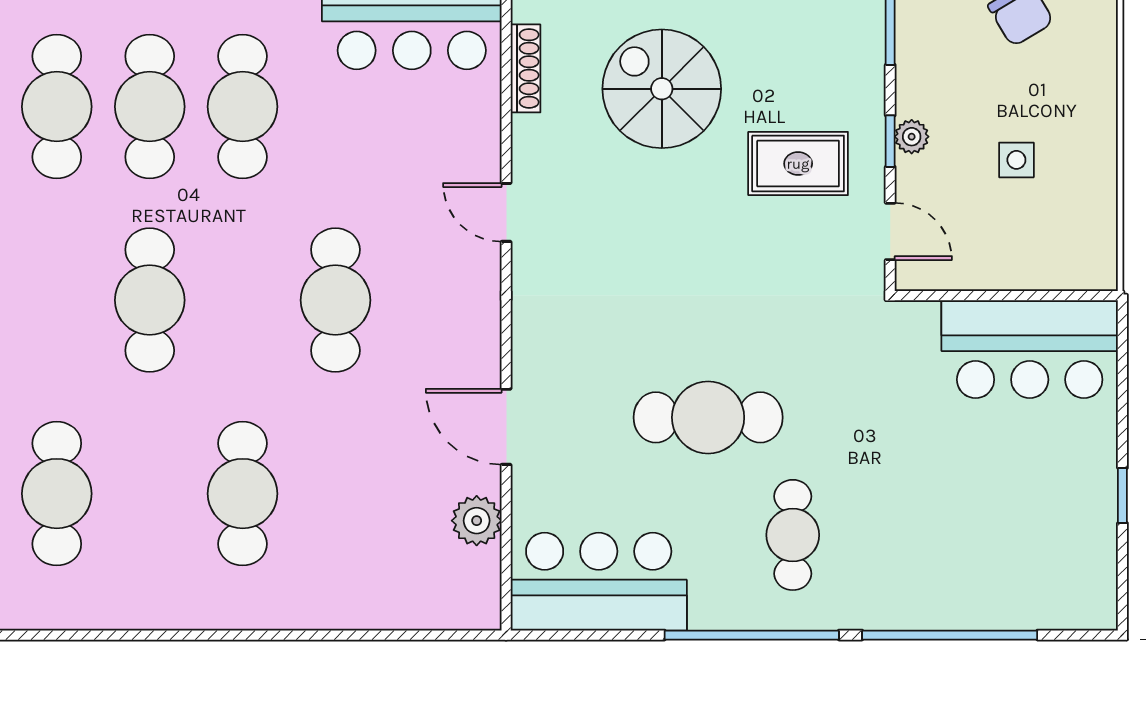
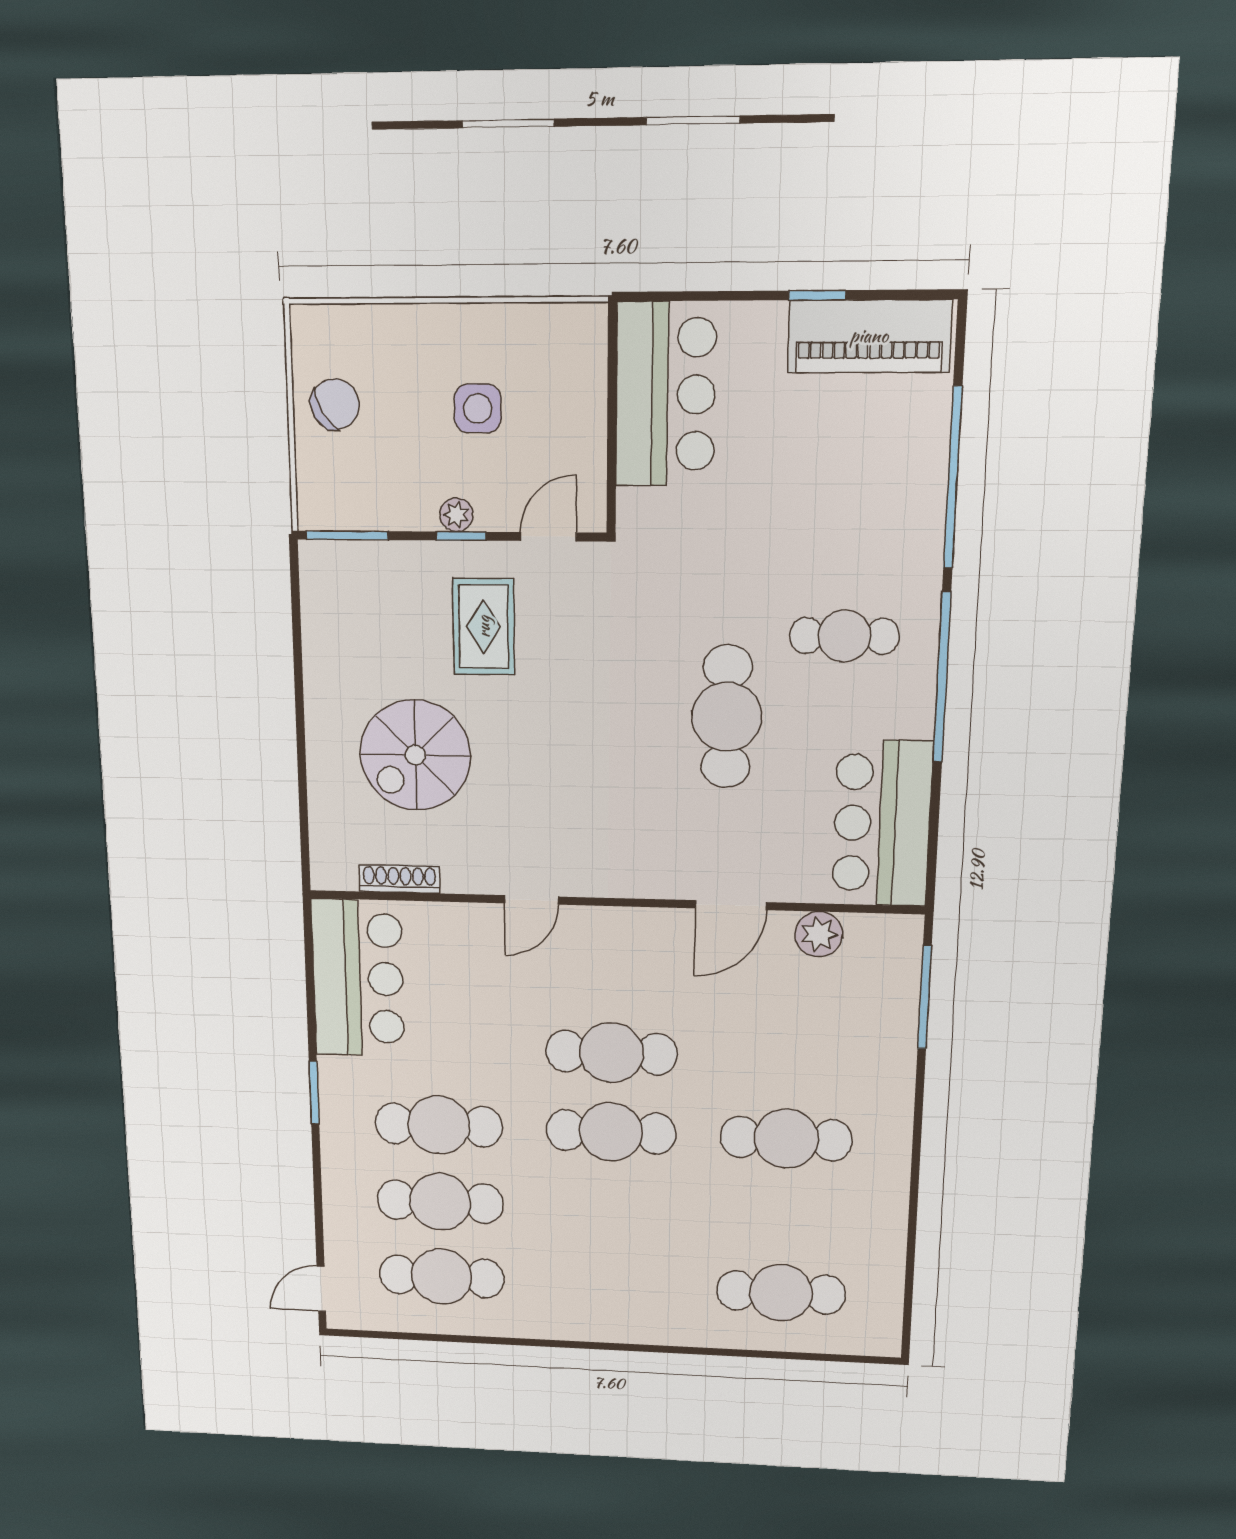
side table: (1016, 160) -> (478, 409), width x1.37, depth x1.37
cafe table: (150, 300) -> (611, 1132), moved
piano: (1084, 548) -> (869, 336), added
window: (410, 635) -> (925, 997), added

